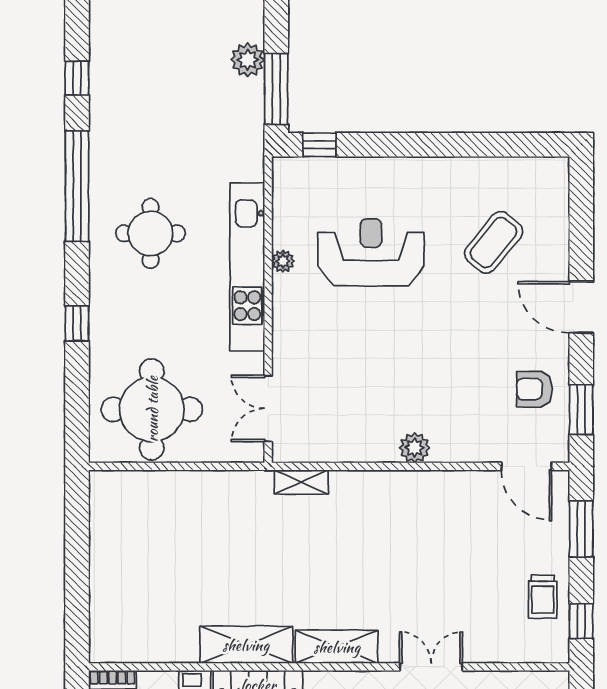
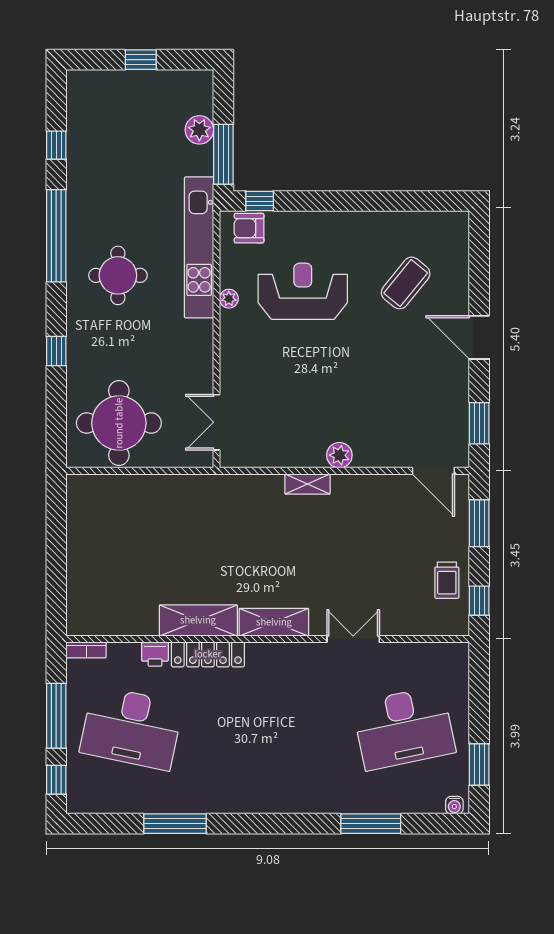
kitchen unit: (247, 267) -> (199, 247), moved
armchair: (534, 389) -> (249, 228), moved
shelving: (301, 482) -> (308, 484), moved

